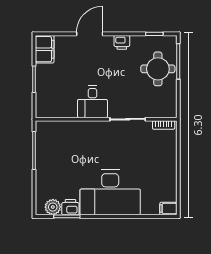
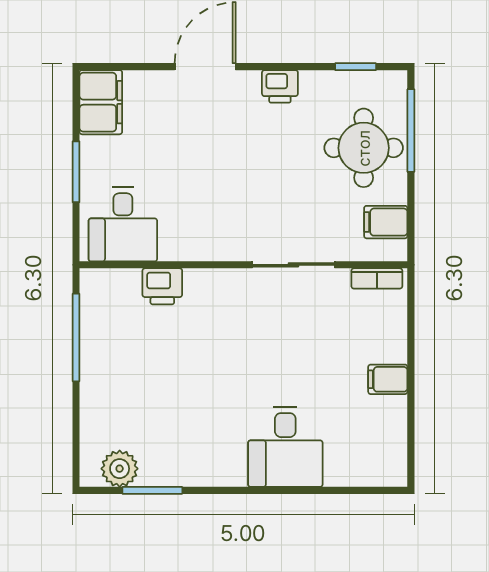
filing cabinet: (167, 101) -> (386, 222), added
desk: (93, 102) -> (123, 224), moved
desk: (110, 192) -> (285, 447), width x0.53, depth x0.77
printer: (70, 207) -> (162, 286), moved, turned 180
filing cabinet: (168, 209) -> (388, 379), moved

